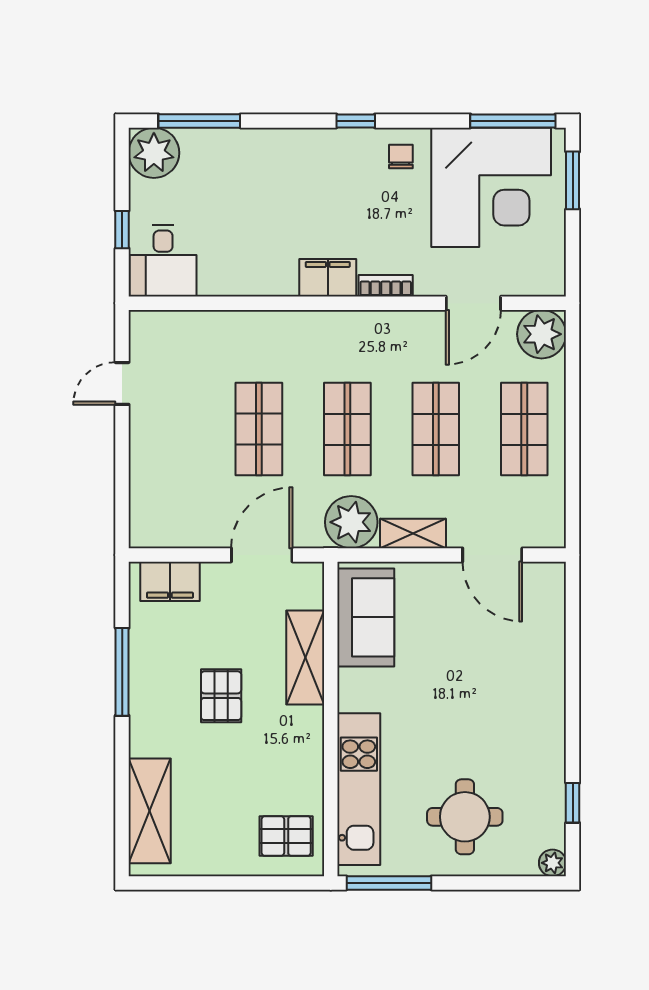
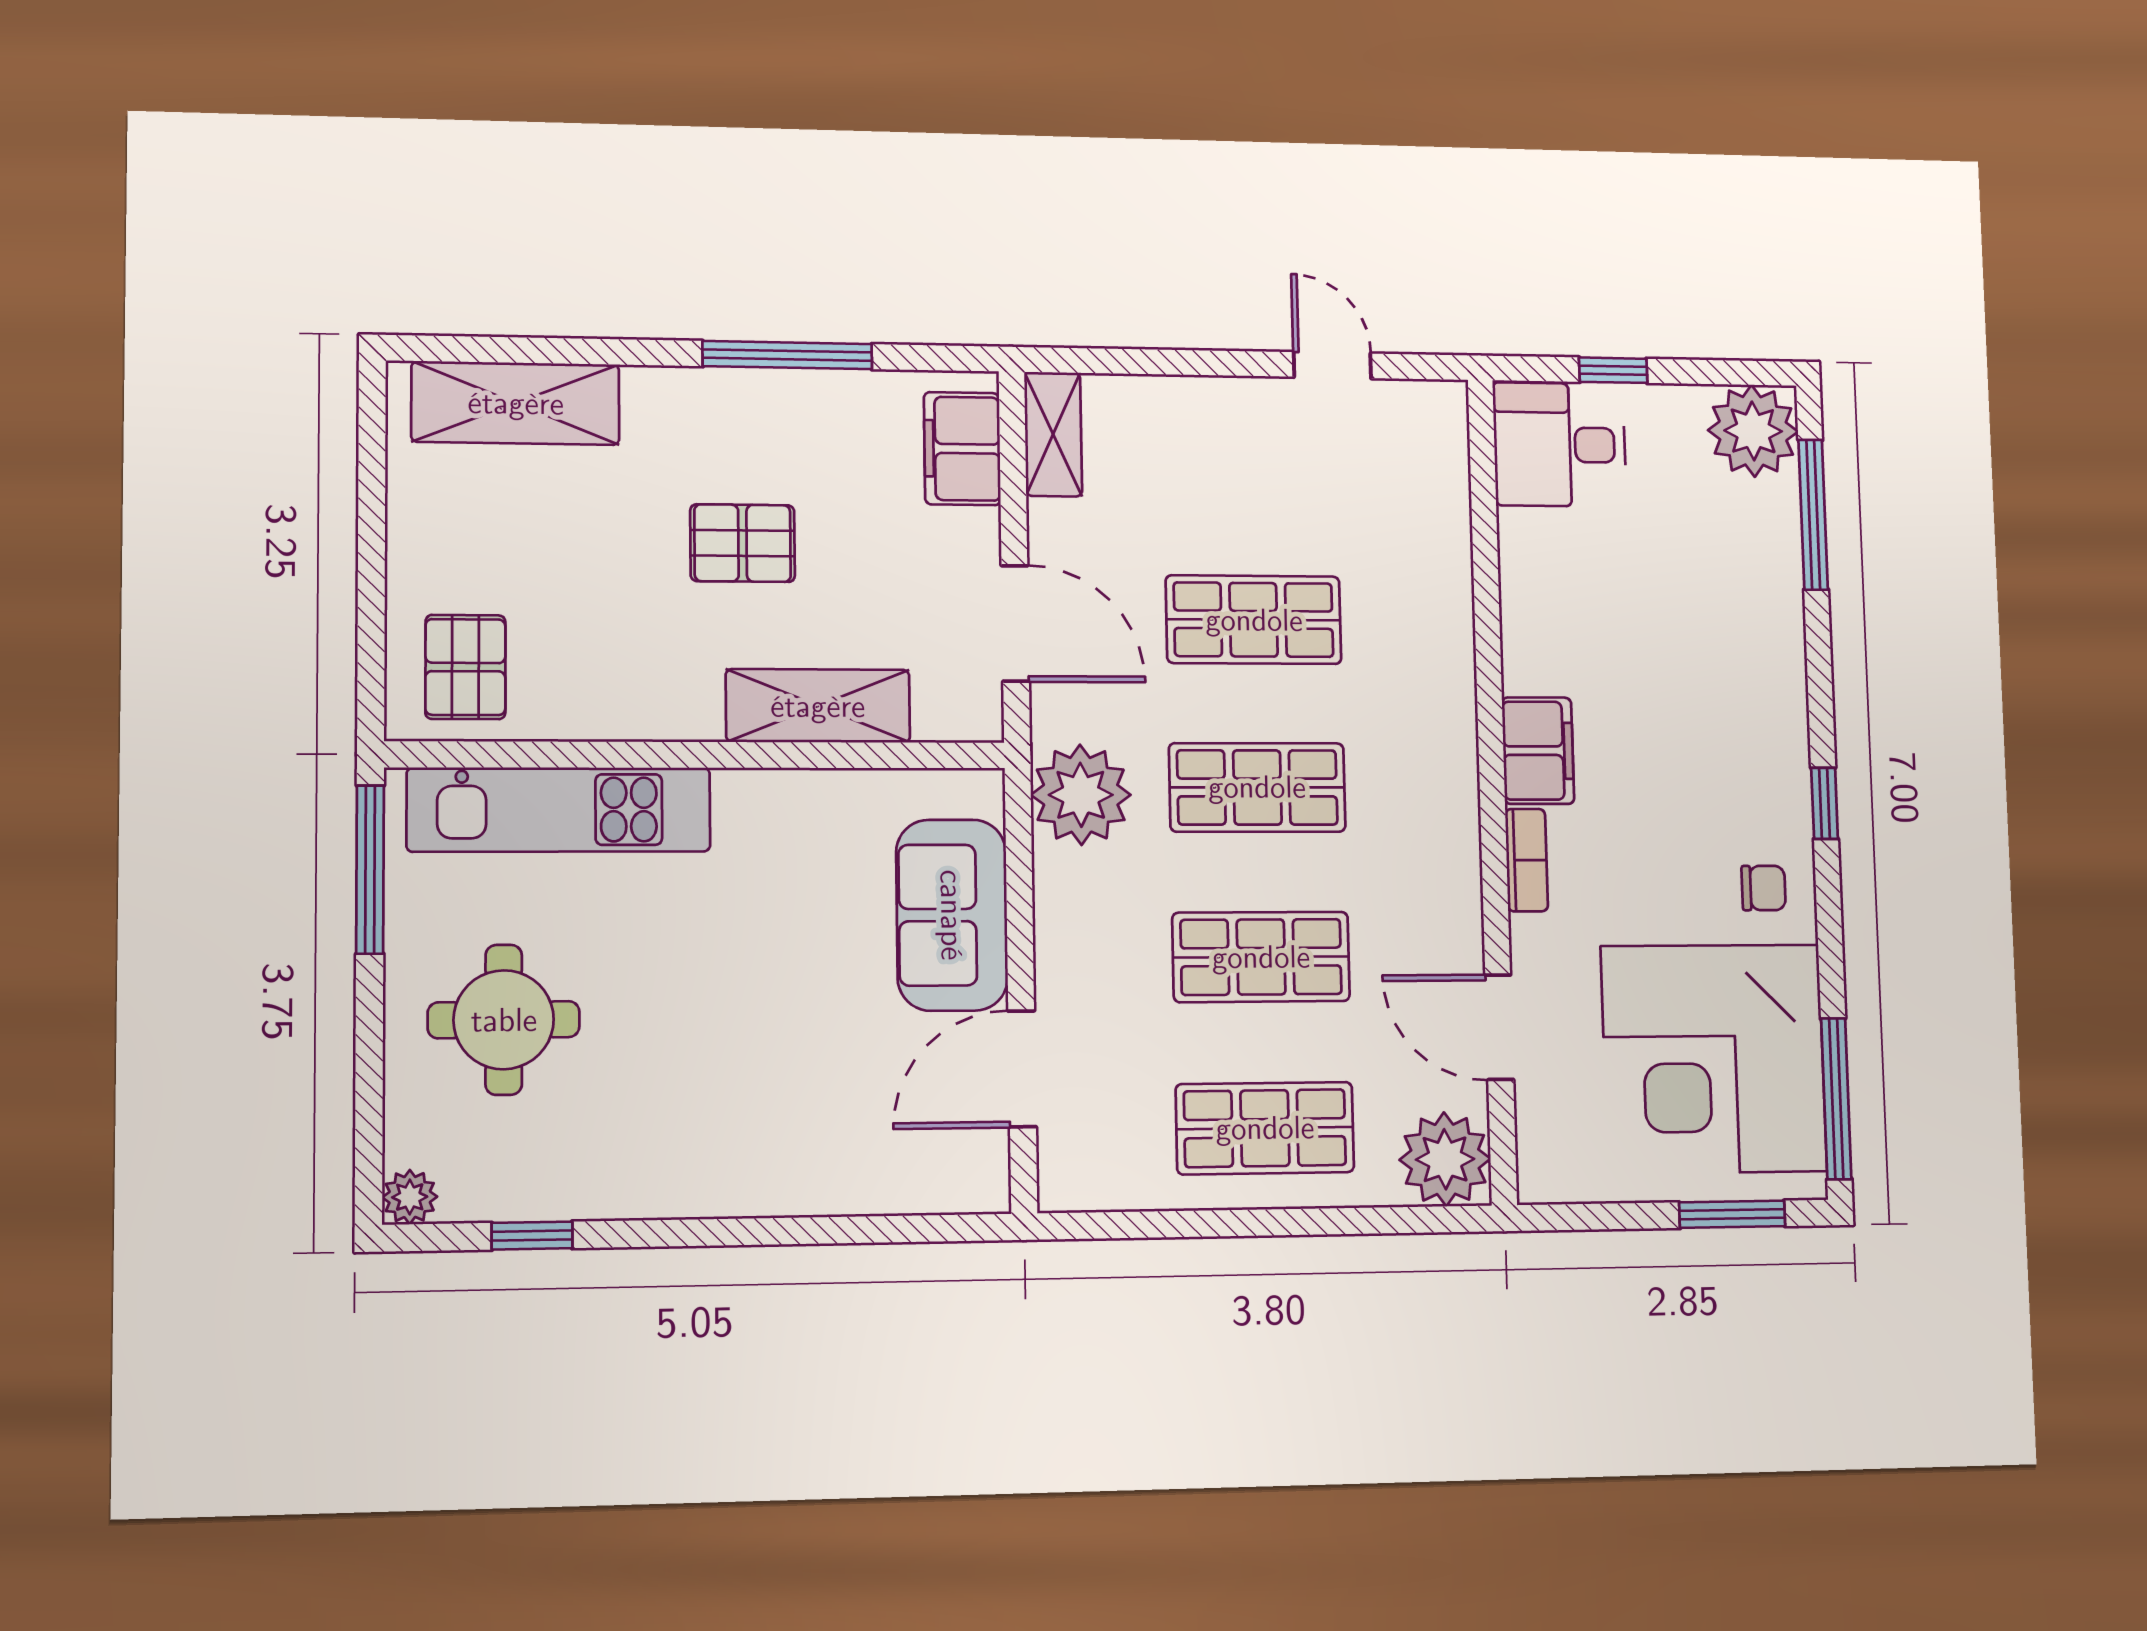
shelving: (413, 534) -> (1053, 434), moved
sofa: (366, 617) -> (952, 915), moved, turned 90

